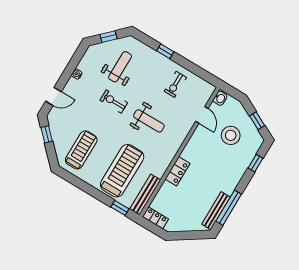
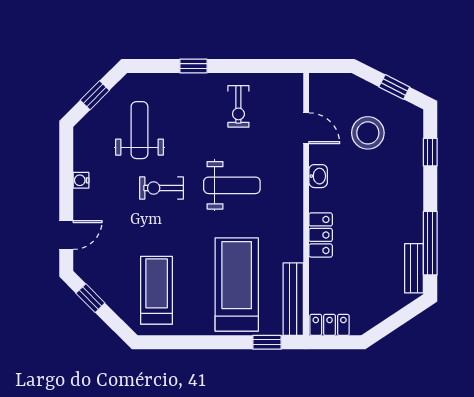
washbasin: (220, 98) -> (318, 176), moved
bench: (216, 211) -> (414, 268), width x0.73

